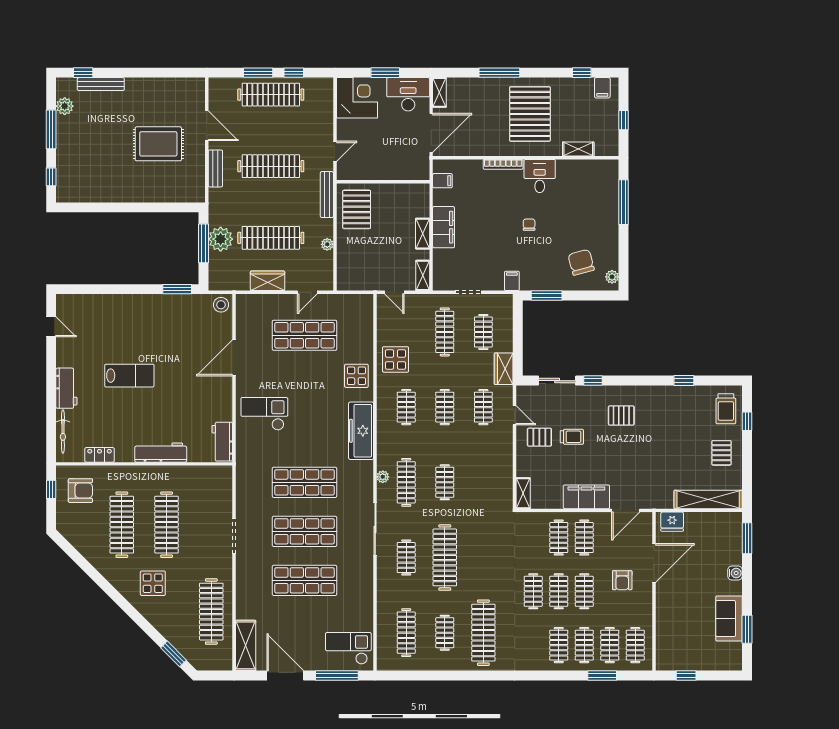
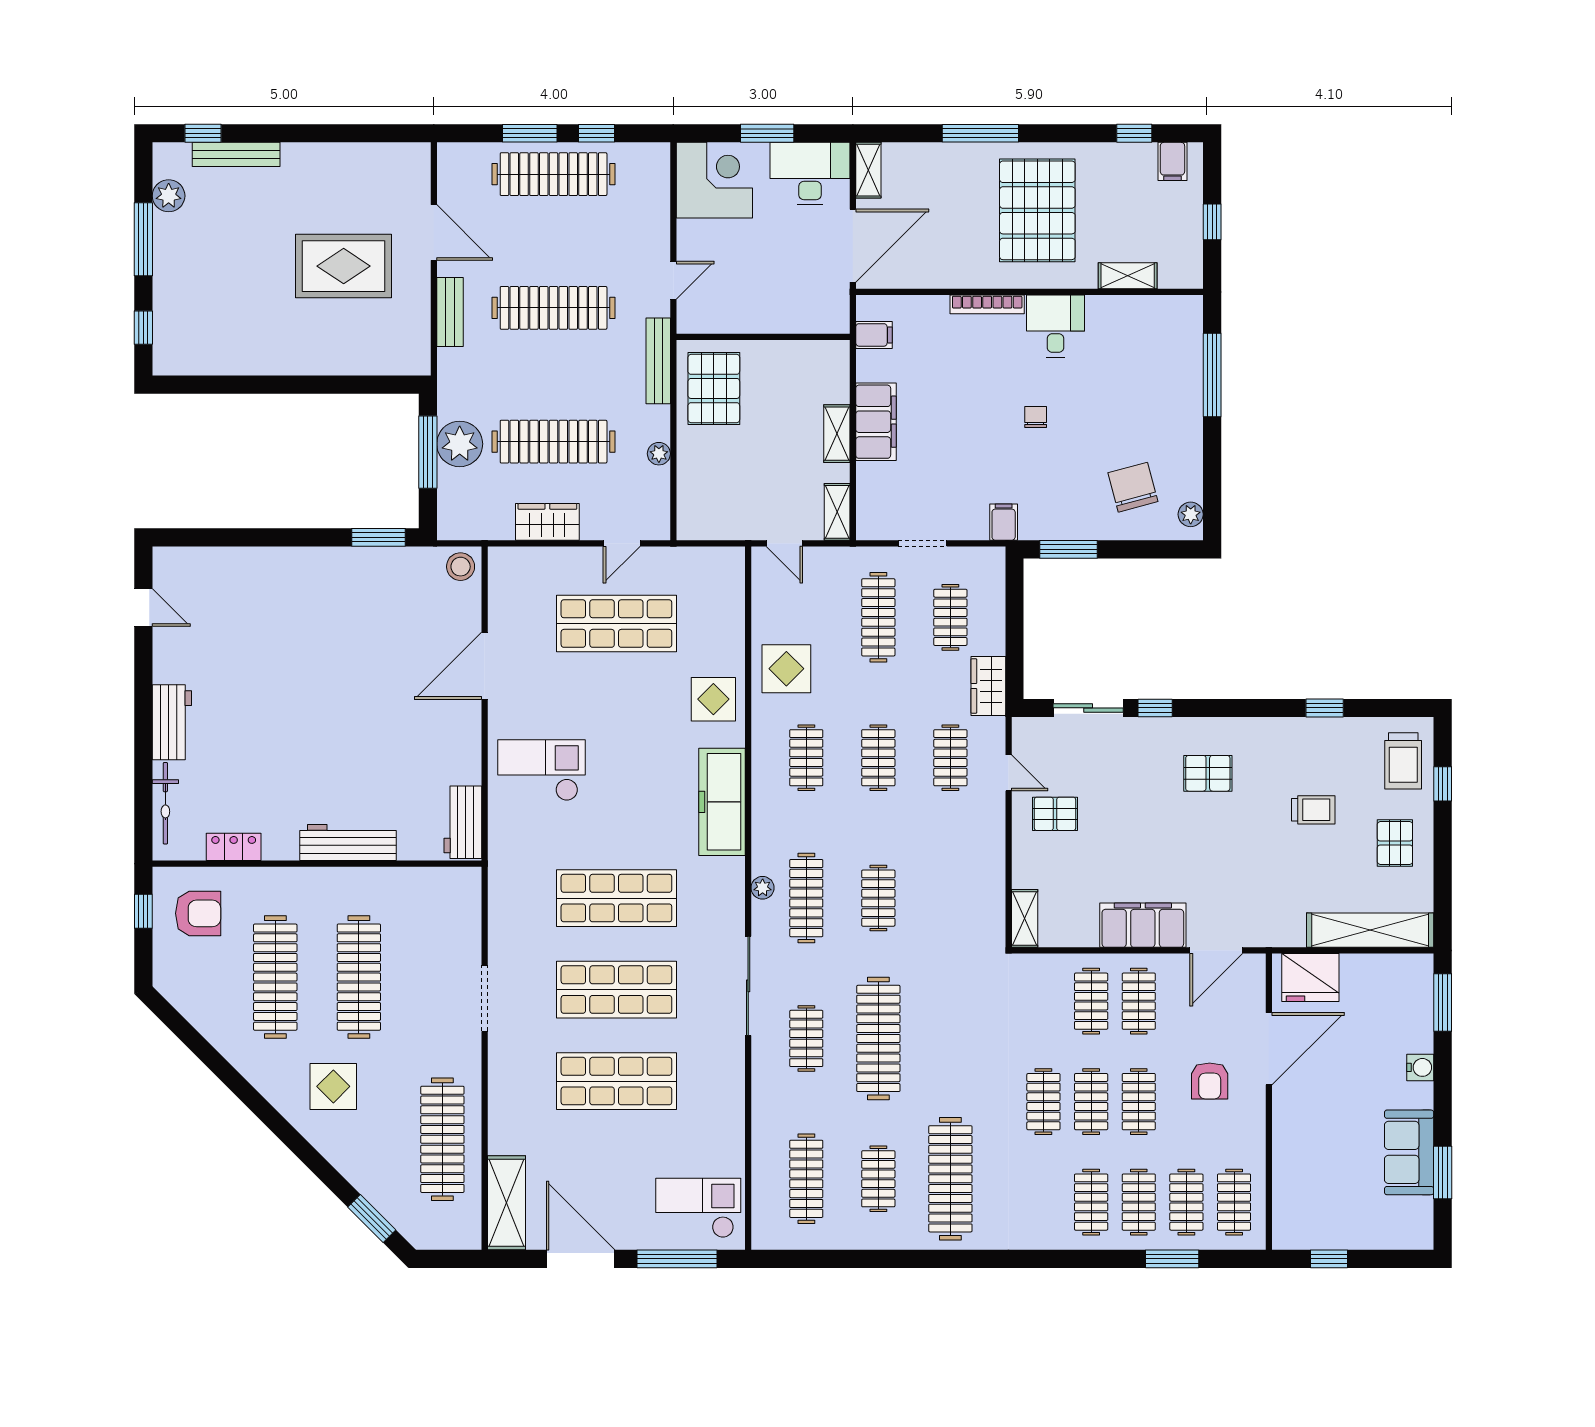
lab bench: (129, 376) -> (289, 699), removed
trolley: (572, 437) -> (1313, 810), moved
fridge: (672, 522) -> (1310, 978), width x1.36, depth x1.34

